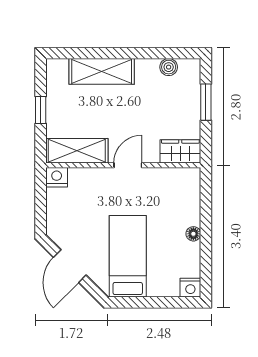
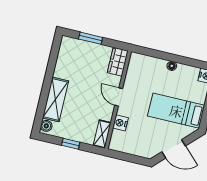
boiler: (169, 67) -> (46, 126), moved
shelving: (77, 151) -> (102, 134), width x0.67, depth x0.75
nightstand: (57, 177) -> (120, 123), moved

